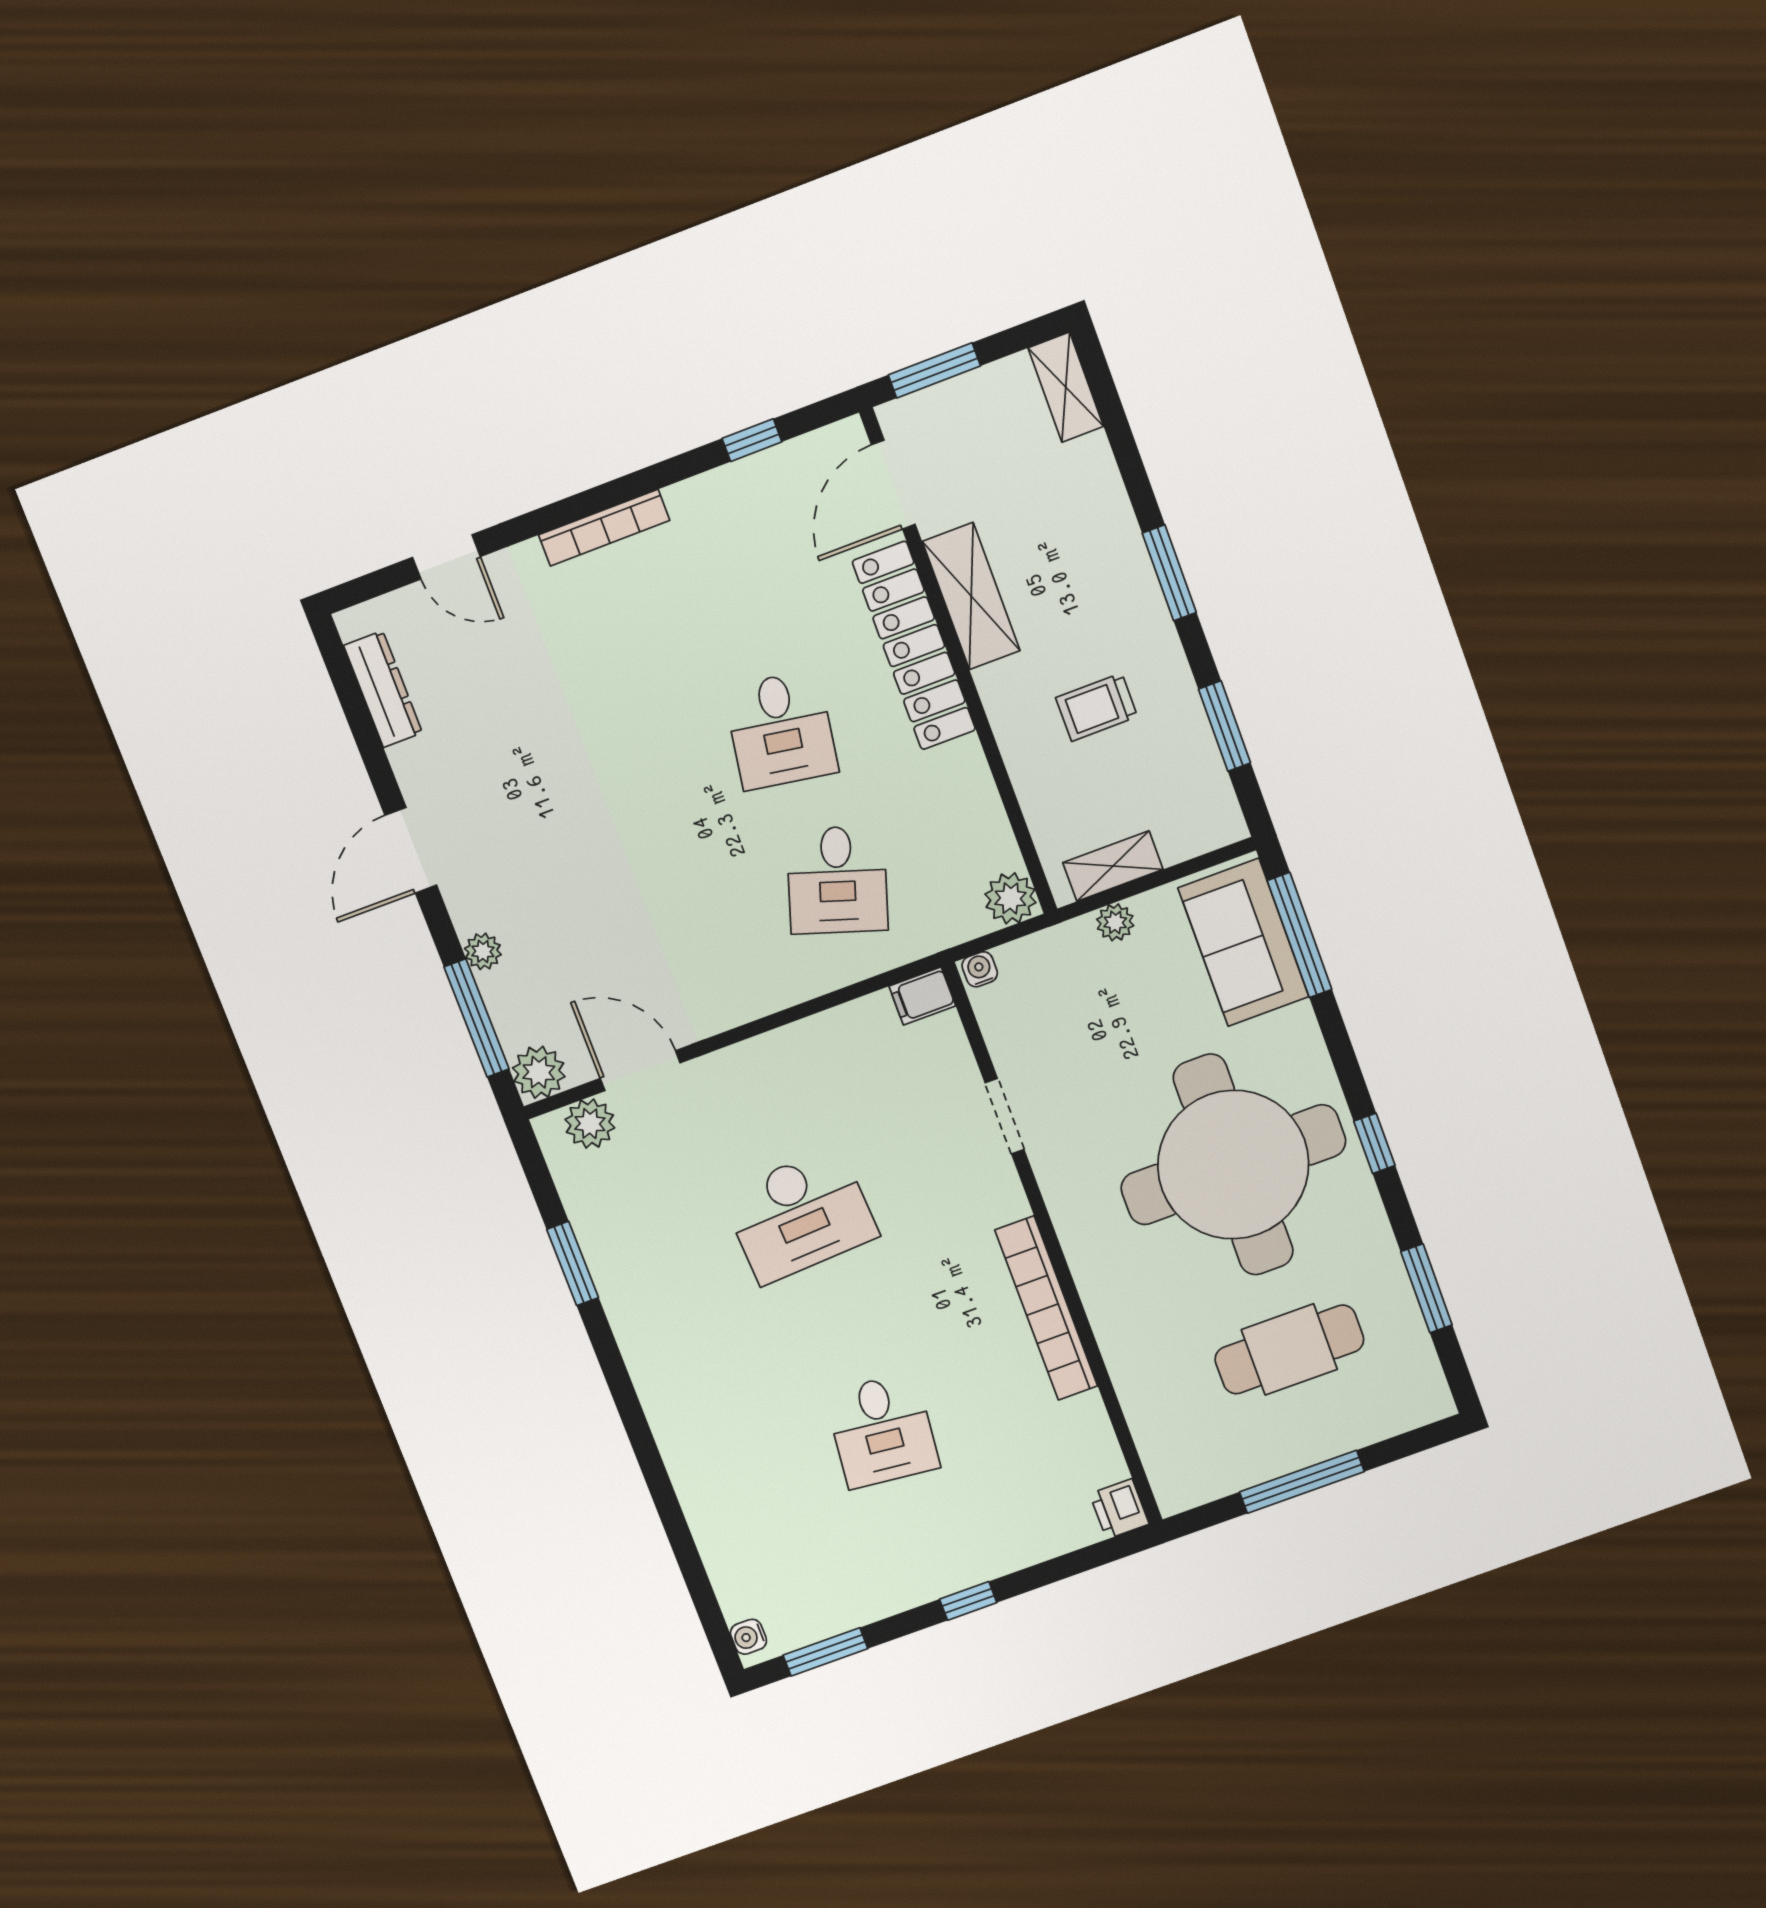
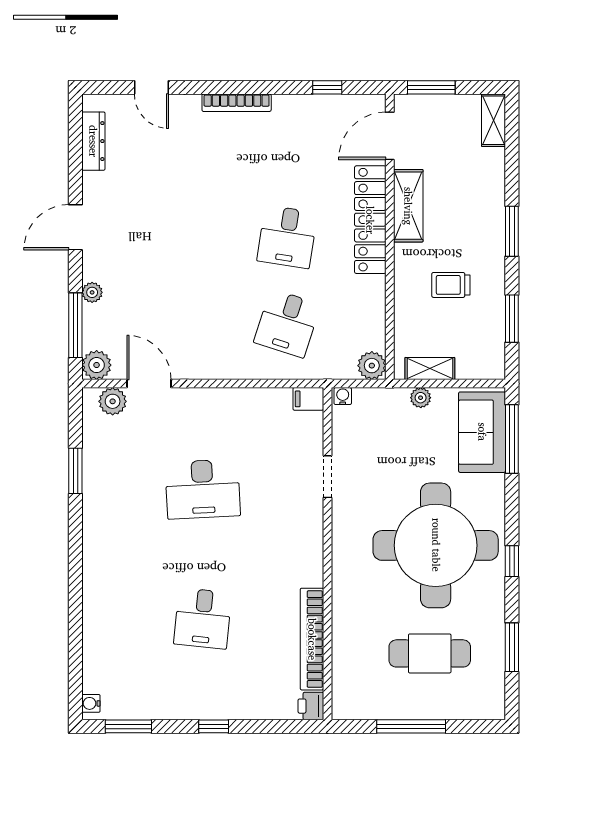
bookcase: (1046, 1308) -> (312, 639), moved

